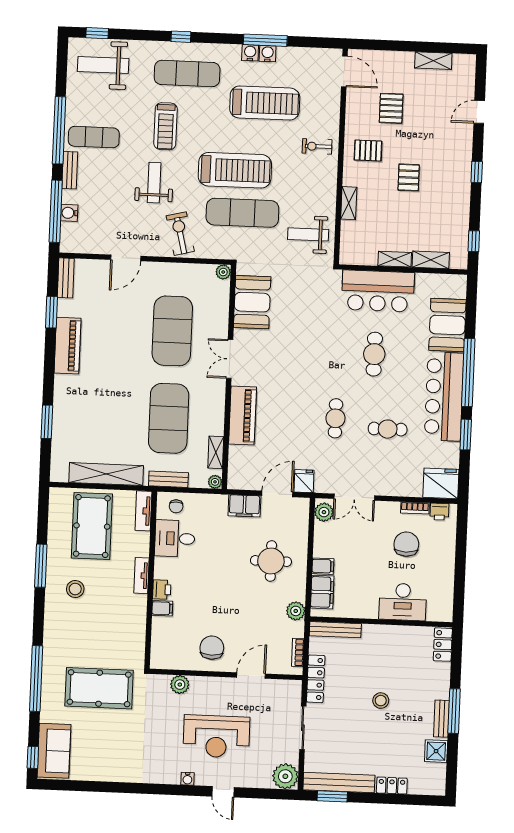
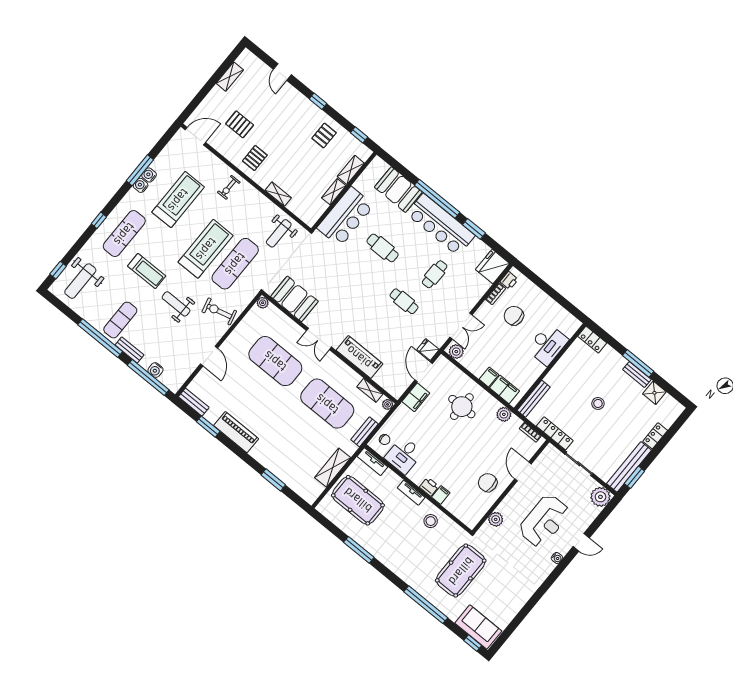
pallet: (409, 177) -> (324, 135), moved, turned 90
shelving: (106, 474) -> (333, 468), width x0.68
stool: (75, 589) -> (431, 521), moved

